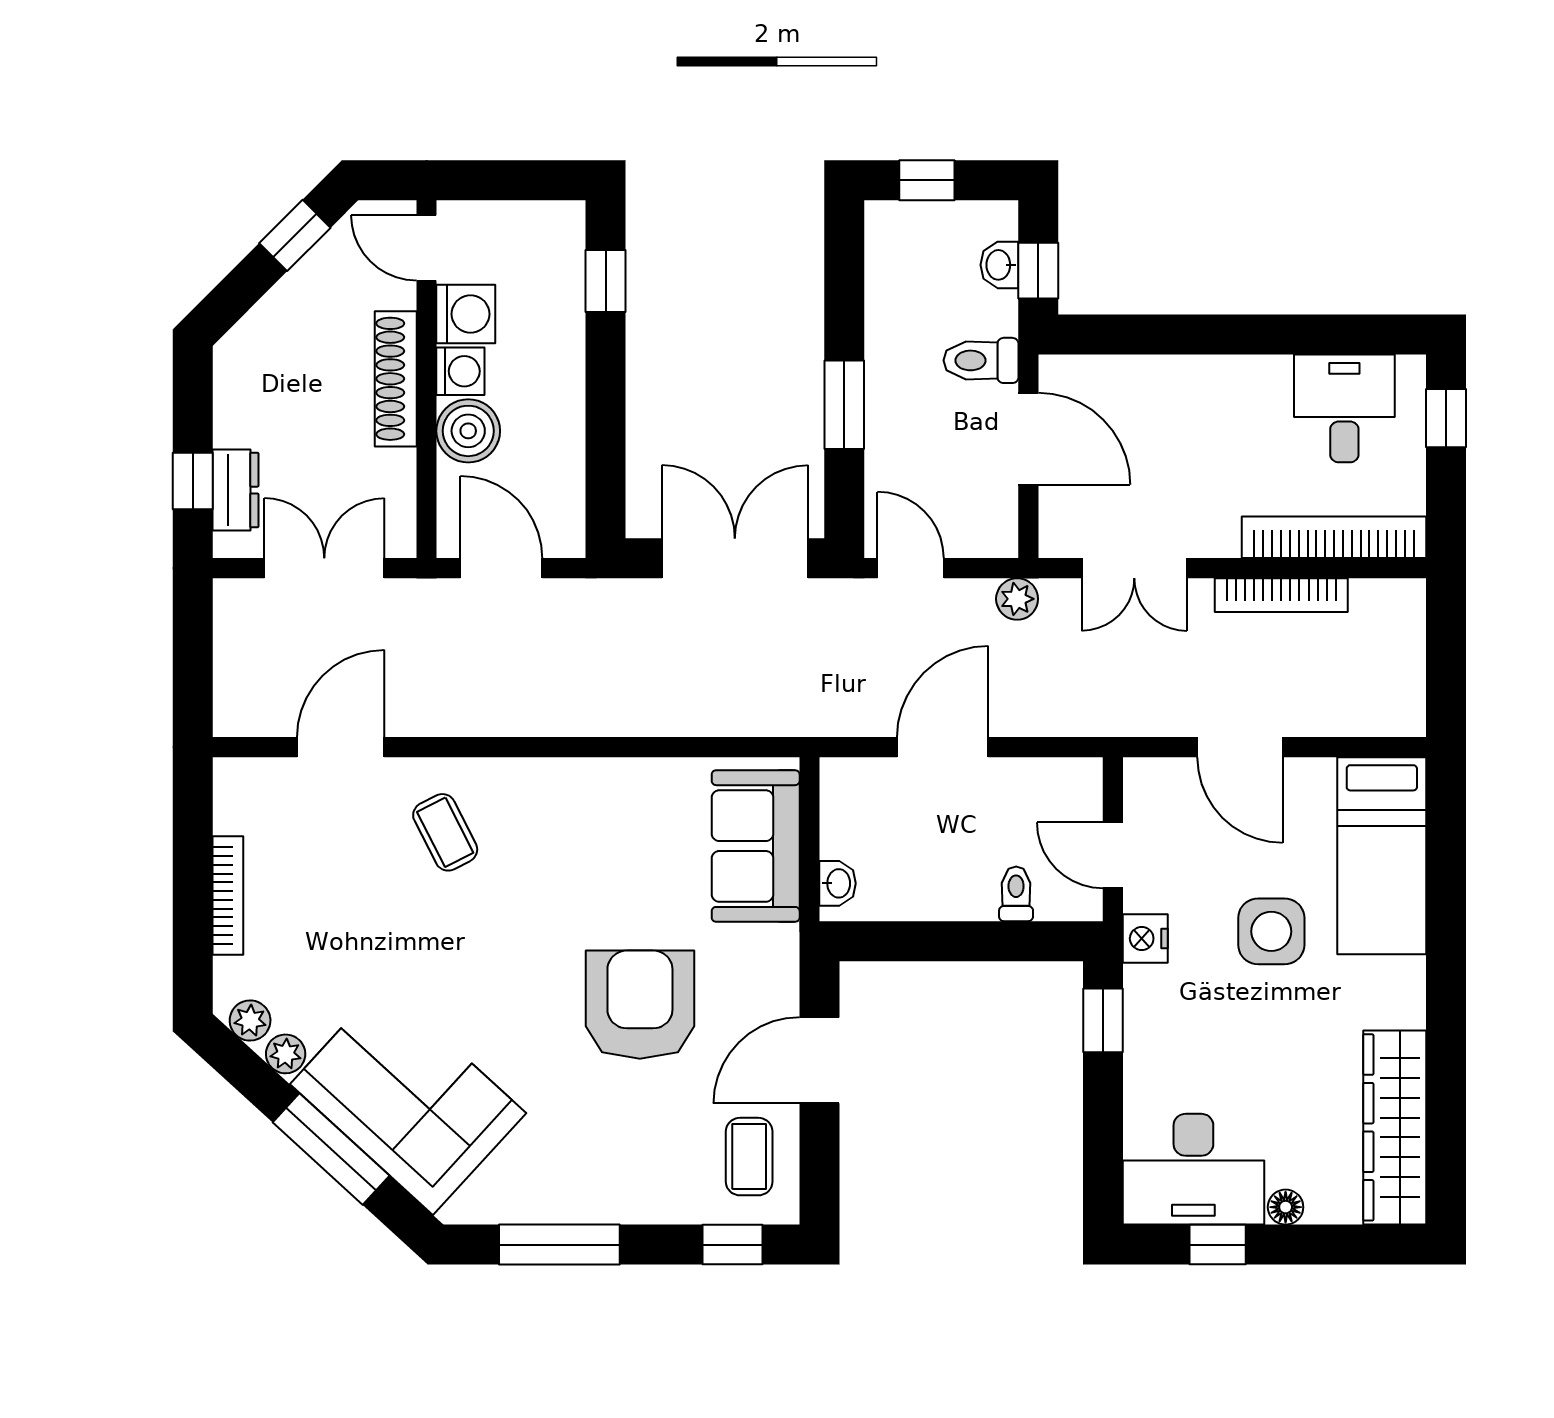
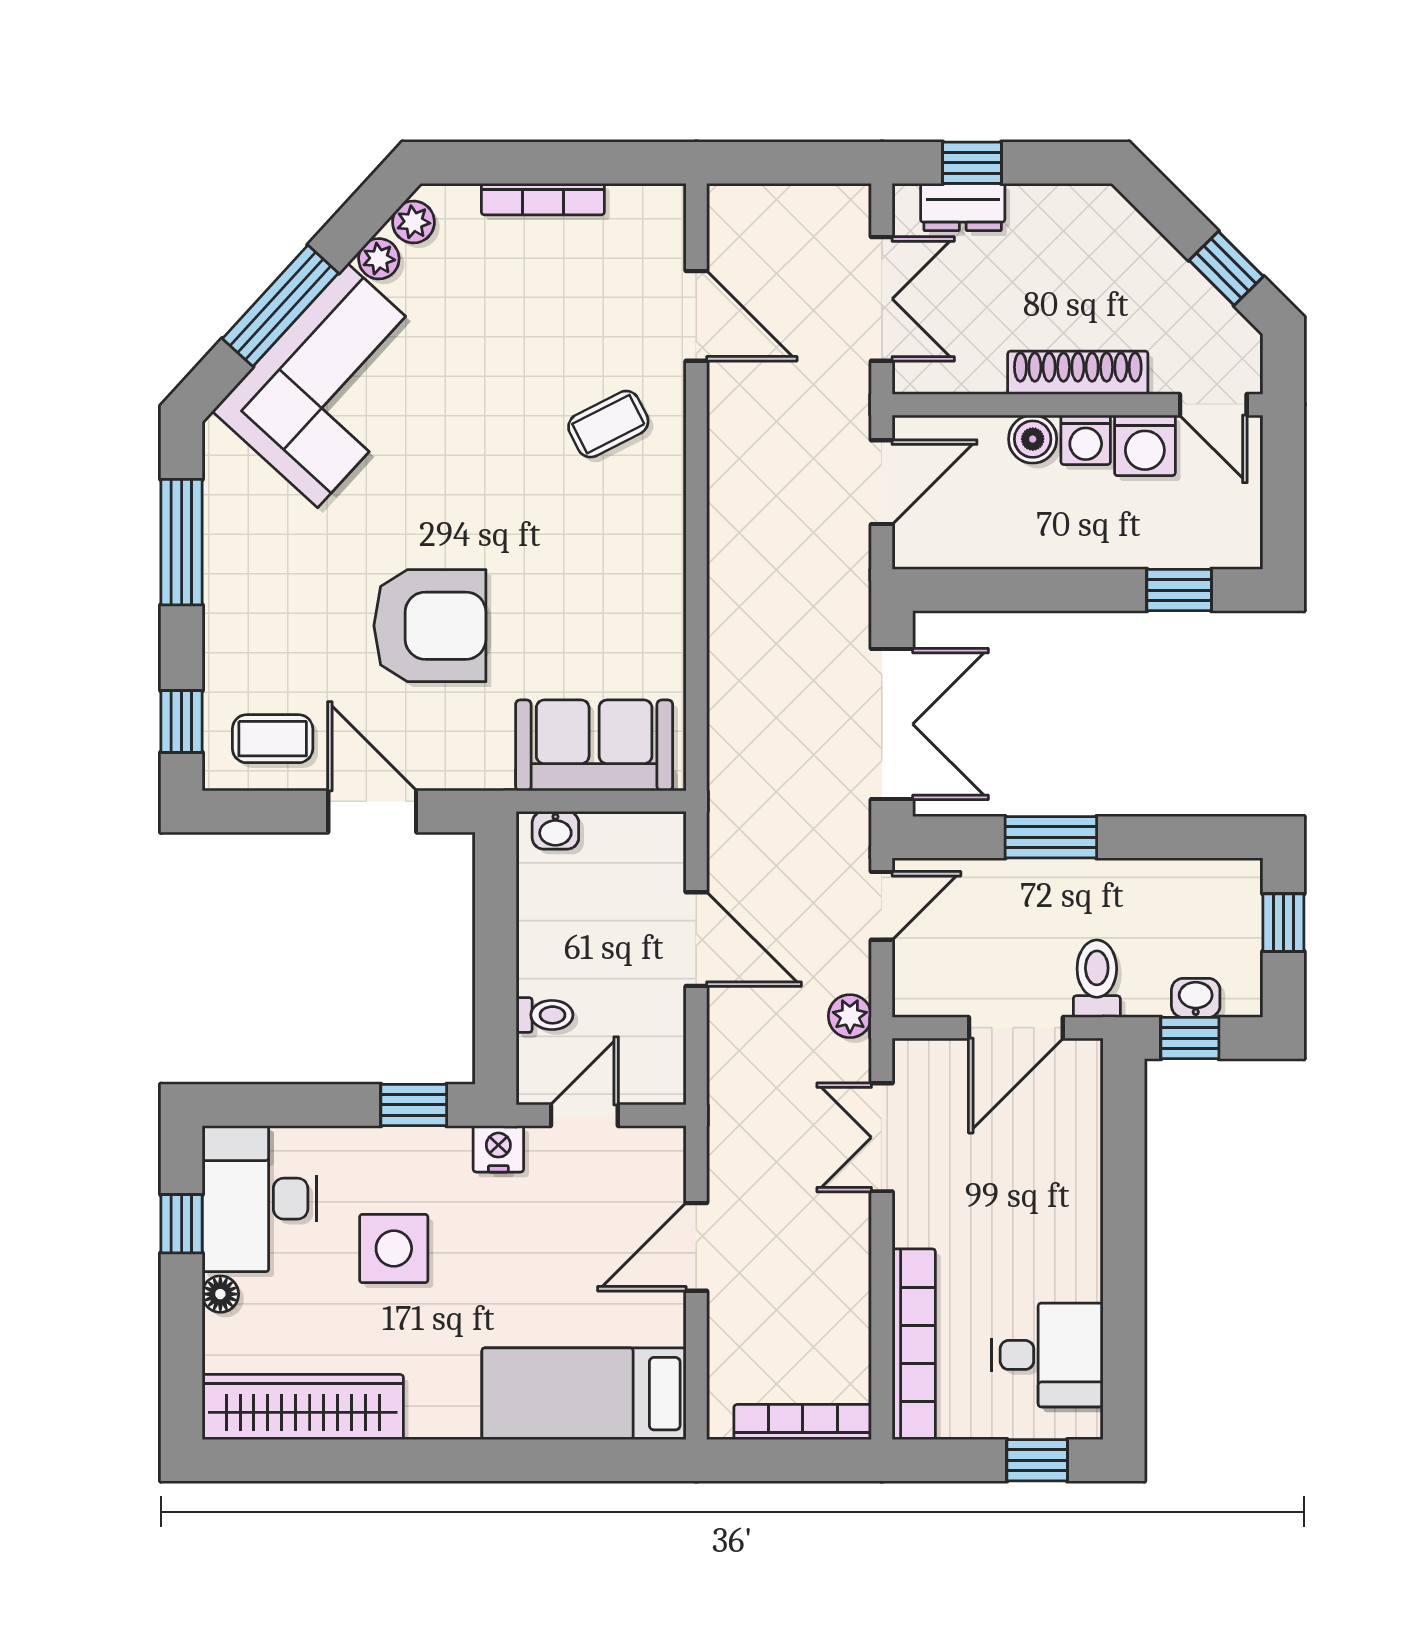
door: (427, 248) -> (1213, 405), swing flipped
boiler: (468, 431) -> (1033, 439), width x0.73, depth x0.73
bookcase: (1281, 595) -> (803, 1422), moved, turned 90
side table: (1271, 931) -> (394, 1248), moved

